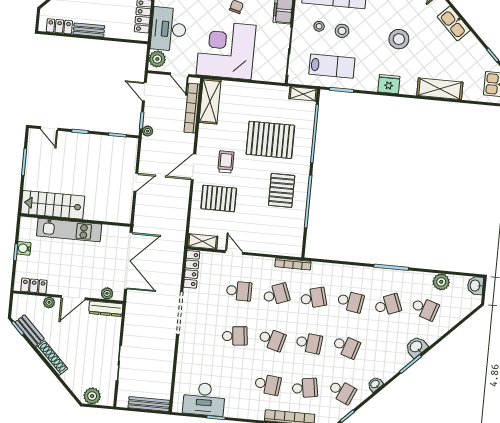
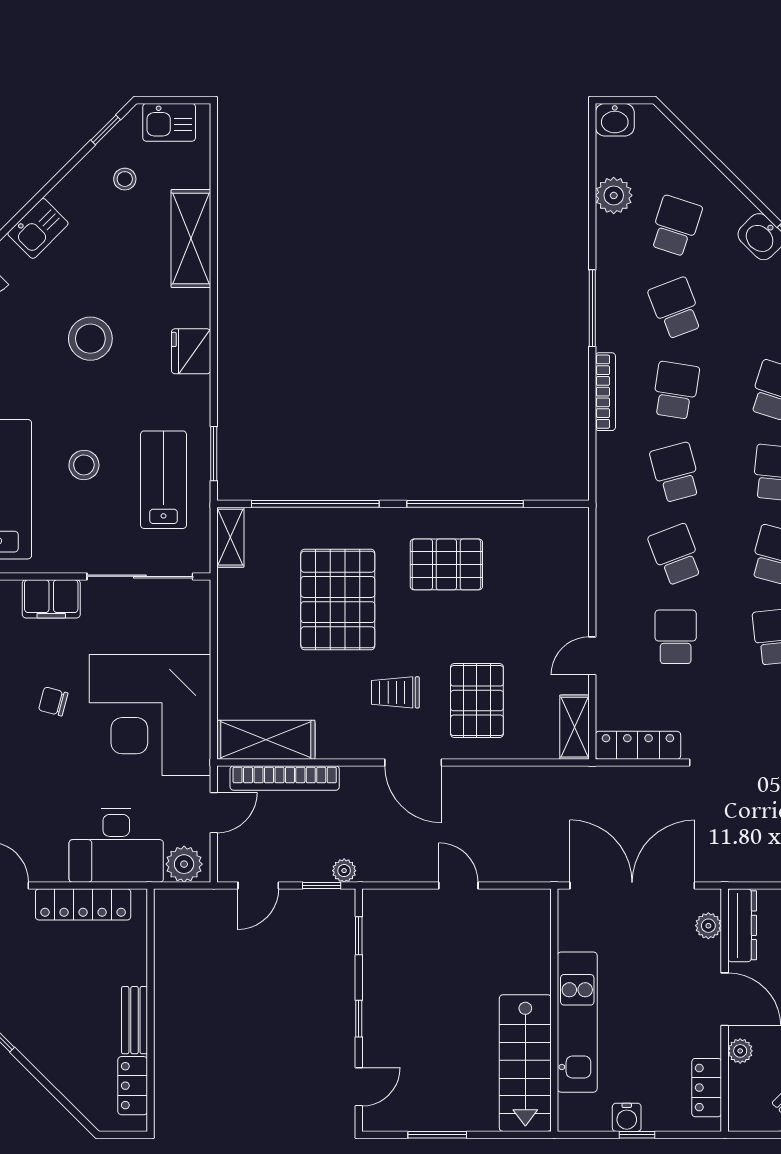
kitchen sink: (454, 23) -> (38, 228), width x0.73
stool: (319, 26) -> (125, 179), moved
bookcase: (293, 264) -> (605, 392), moved

